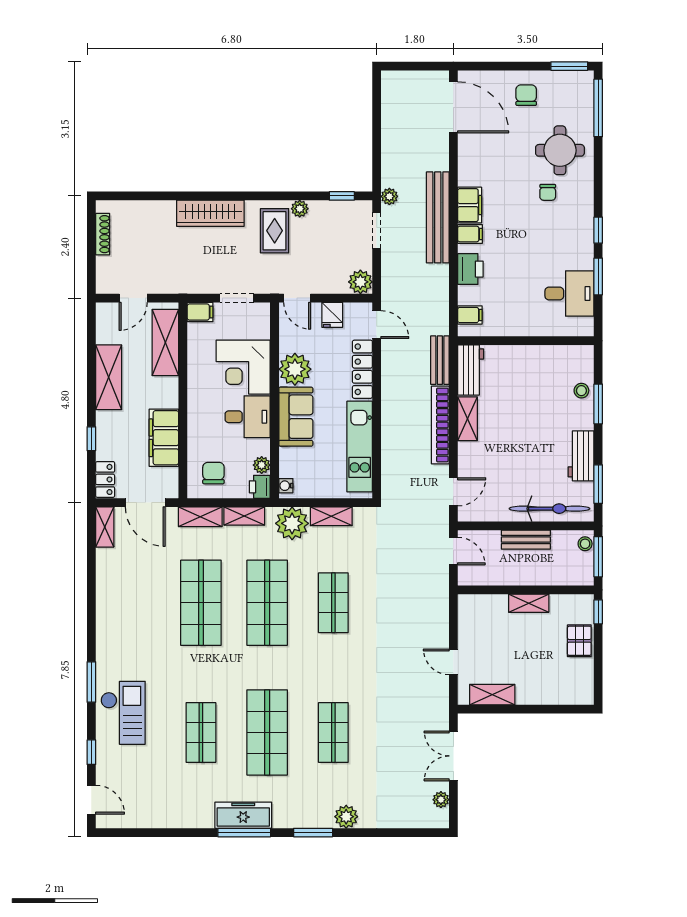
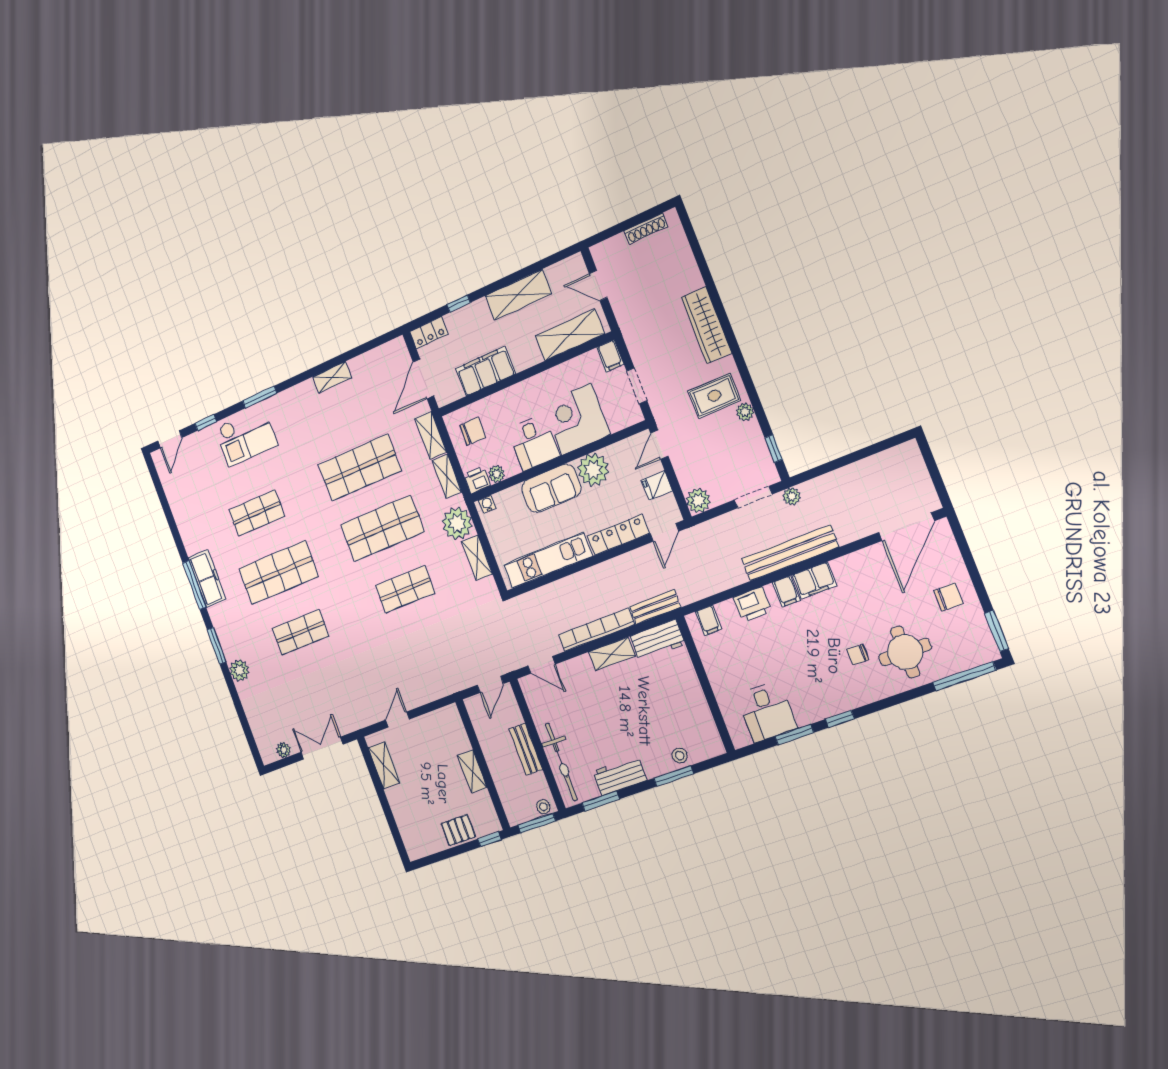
shelving: (105, 527) -> (332, 377), moved

